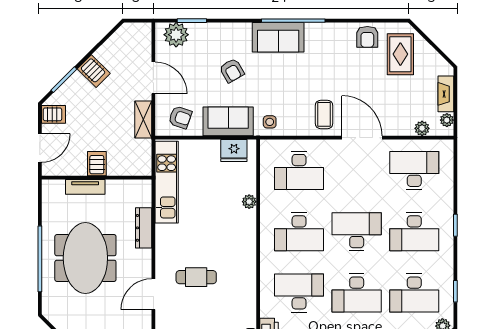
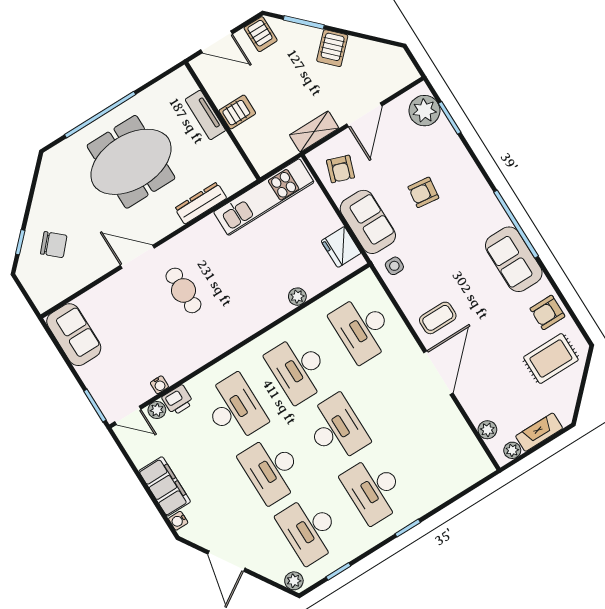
sofa: (278, 37) -> (514, 259), moved
armchair: (232, 71) -> (423, 192), turned 37
desk: (414, 170) -> (438, 449), removed

